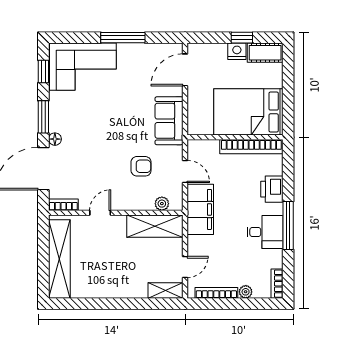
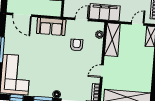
door: (100, 213) -> (102, 71), hinge flipped
door: (185, 267) -> (138, 24), hinge flipped

